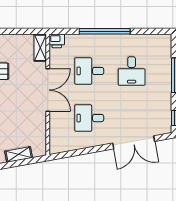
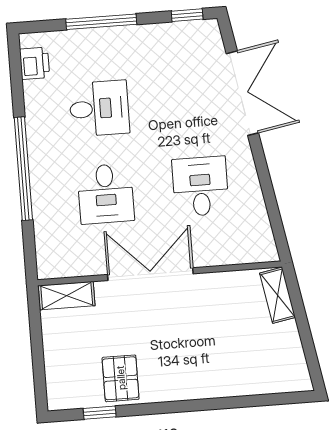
printer: (57, 41) -> (35, 63), moved
desk: (89, 118) -> (200, 186), turned 180
shelving: (19, 154) -> (277, 295), moved

